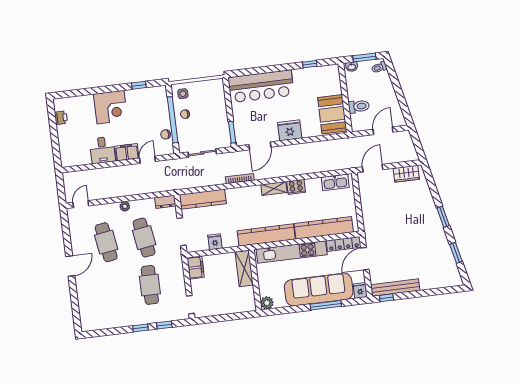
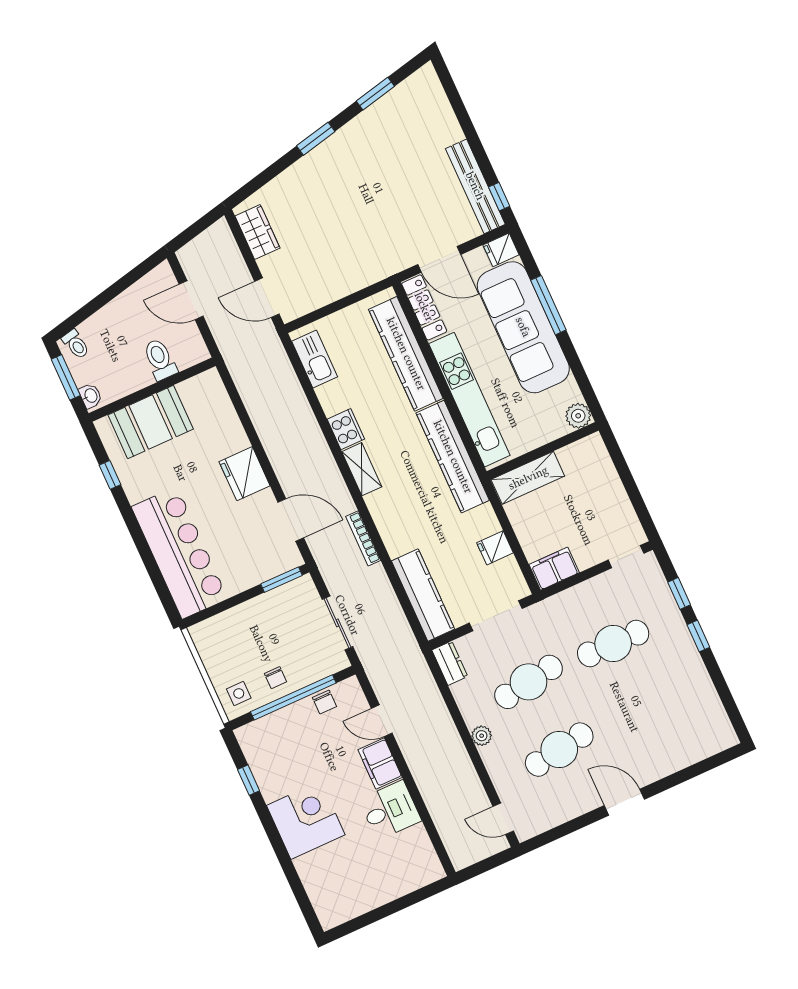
booth: (332, 114) -> (151, 422), moved
printer: (61, 118) -> (354, 906), removed

